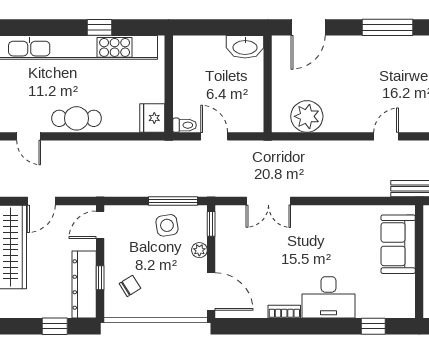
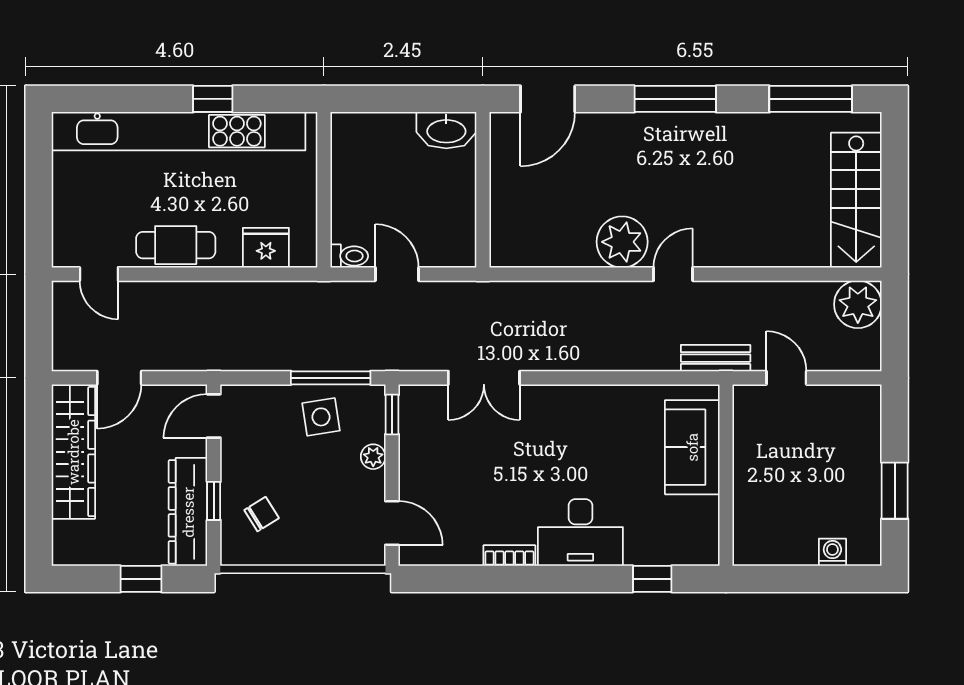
plant: (307, 116) -> (622, 242), moved
fridge: (152, 118) -> (266, 248), moved, turned 90
door: (211, 291) -> (392, 523), width x0.73

